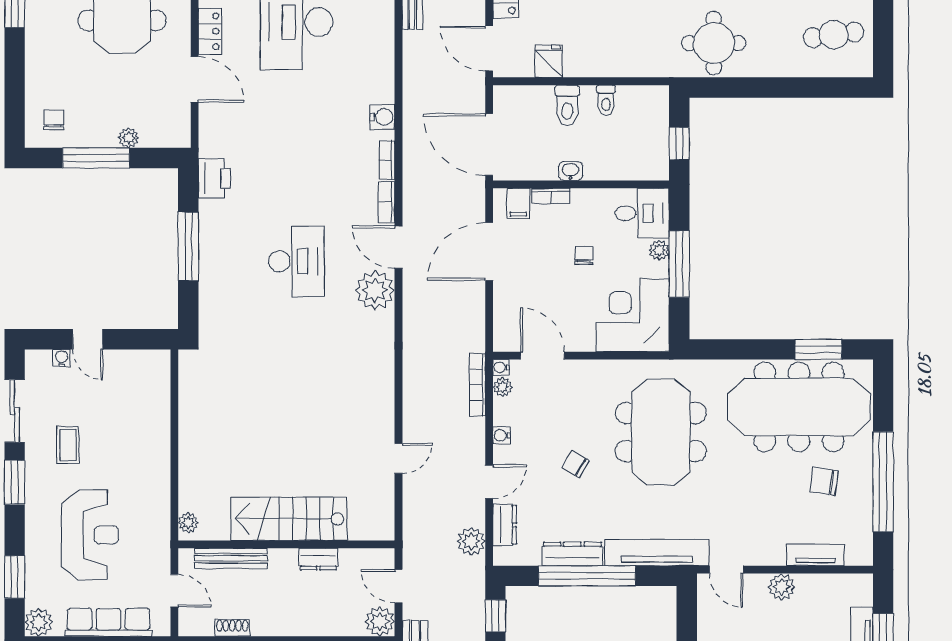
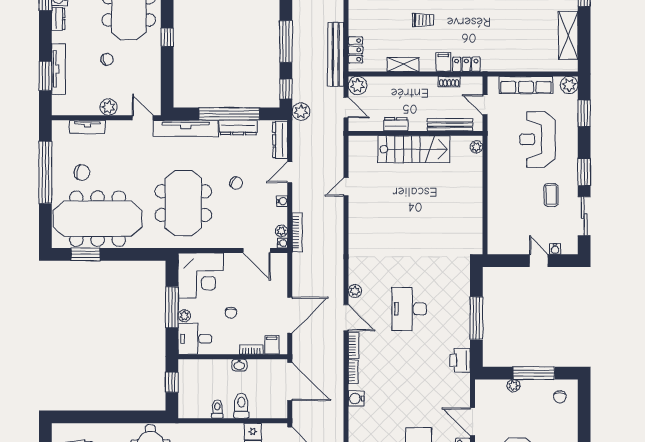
plant: (375, 290) -> (355, 291), width x0.53, depth x0.53
dresser: (505, 525) -> (280, 140), width x1.44
plant: (471, 541) -> (301, 112), moved

